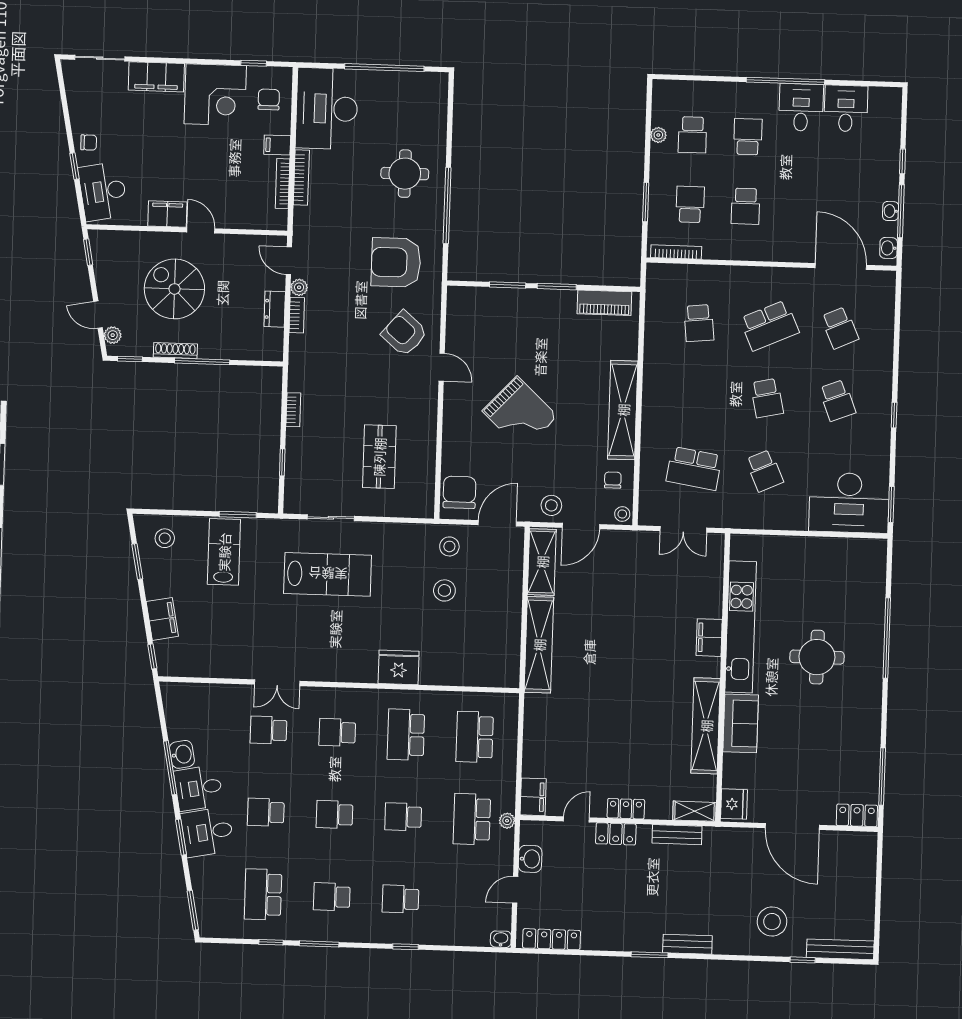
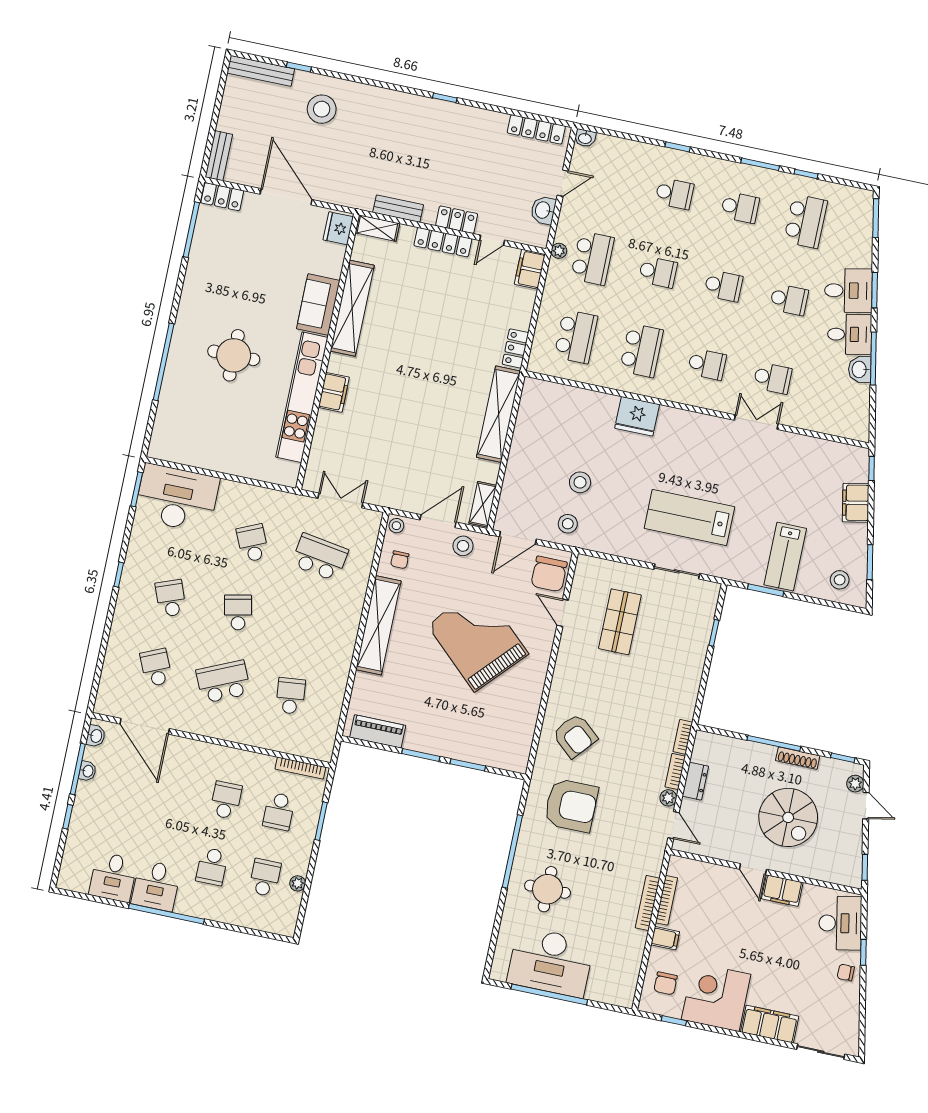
desk: (327, 109) -> (550, 962), moved, turned 90
door: (442, 367) -> (563, 613), moved
bookcase: (293, 410) -> (683, 737), moved
grand piano: (520, 414) -> (478, 639), width x1.37, depth x1.48
shelving: (542, 562) -> (483, 504), width x0.67, depth x0.75
locker: (534, 714) -> (515, 348), added
locker: (626, 809) -> (443, 242), width x1.53
bench: (687, 944) -> (219, 156), moved, turned 90
window: (650, 955) -> (445, 98), width x0.67

